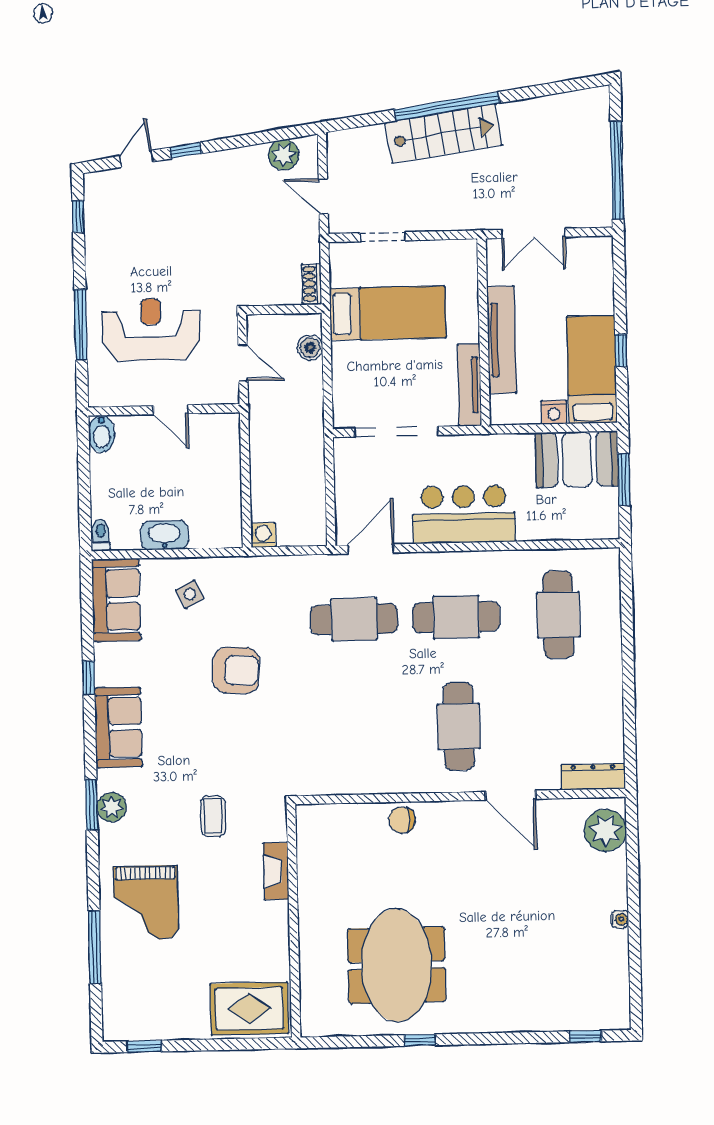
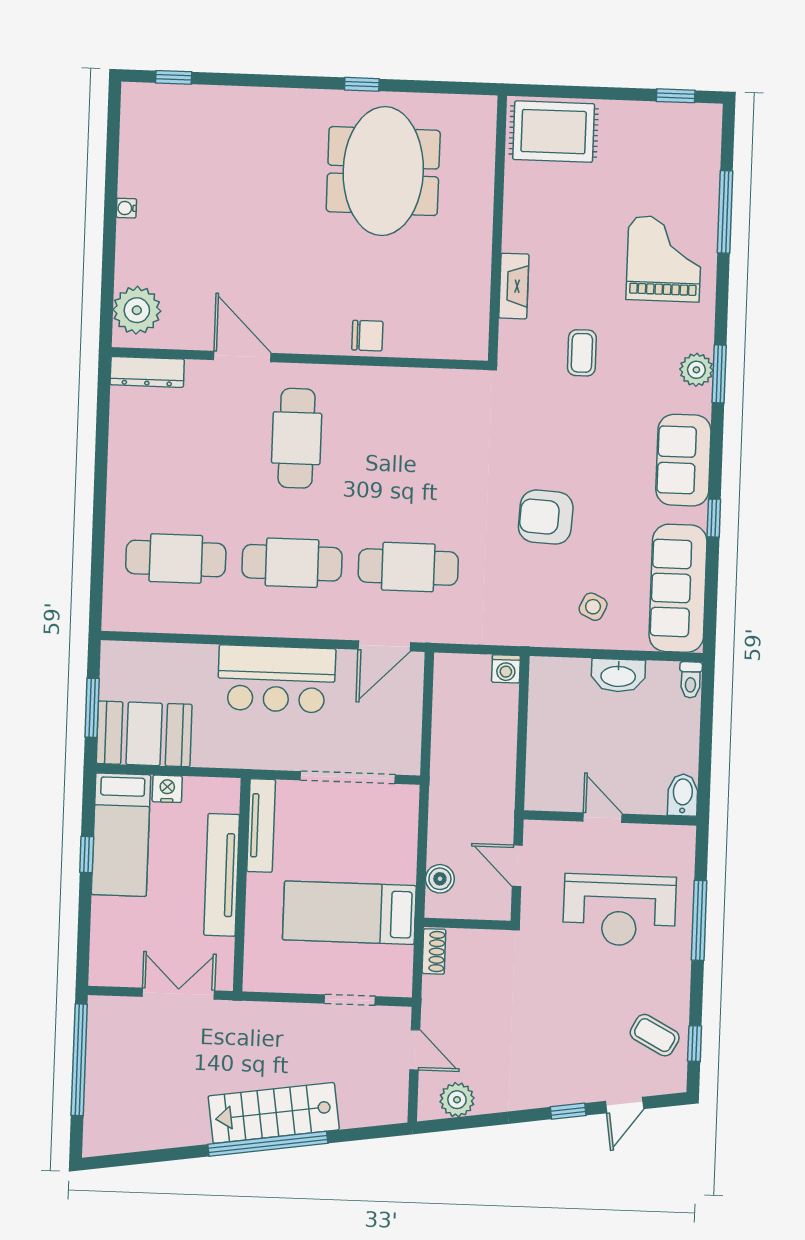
coffee table: (114, 222) -> (655, 1035), added
side table: (190, 594) -> (593, 607), turned -37
sofa: (116, 600) -> (678, 588), width x1.36
cafe table: (558, 615) -> (176, 558), turned 90

